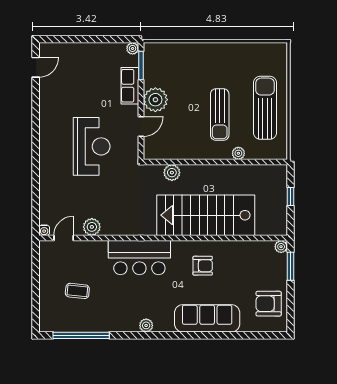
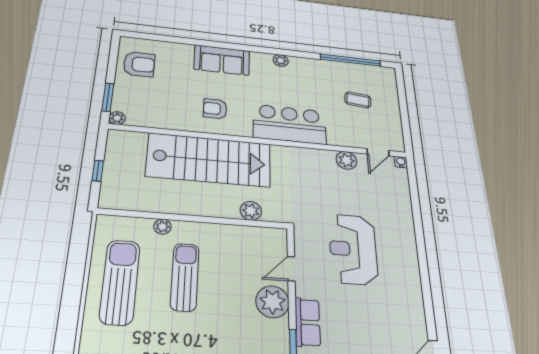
sun lounger: (265, 108) -> (120, 282), turned 180
sofa: (207, 318) -> (222, 60), width x0.73

